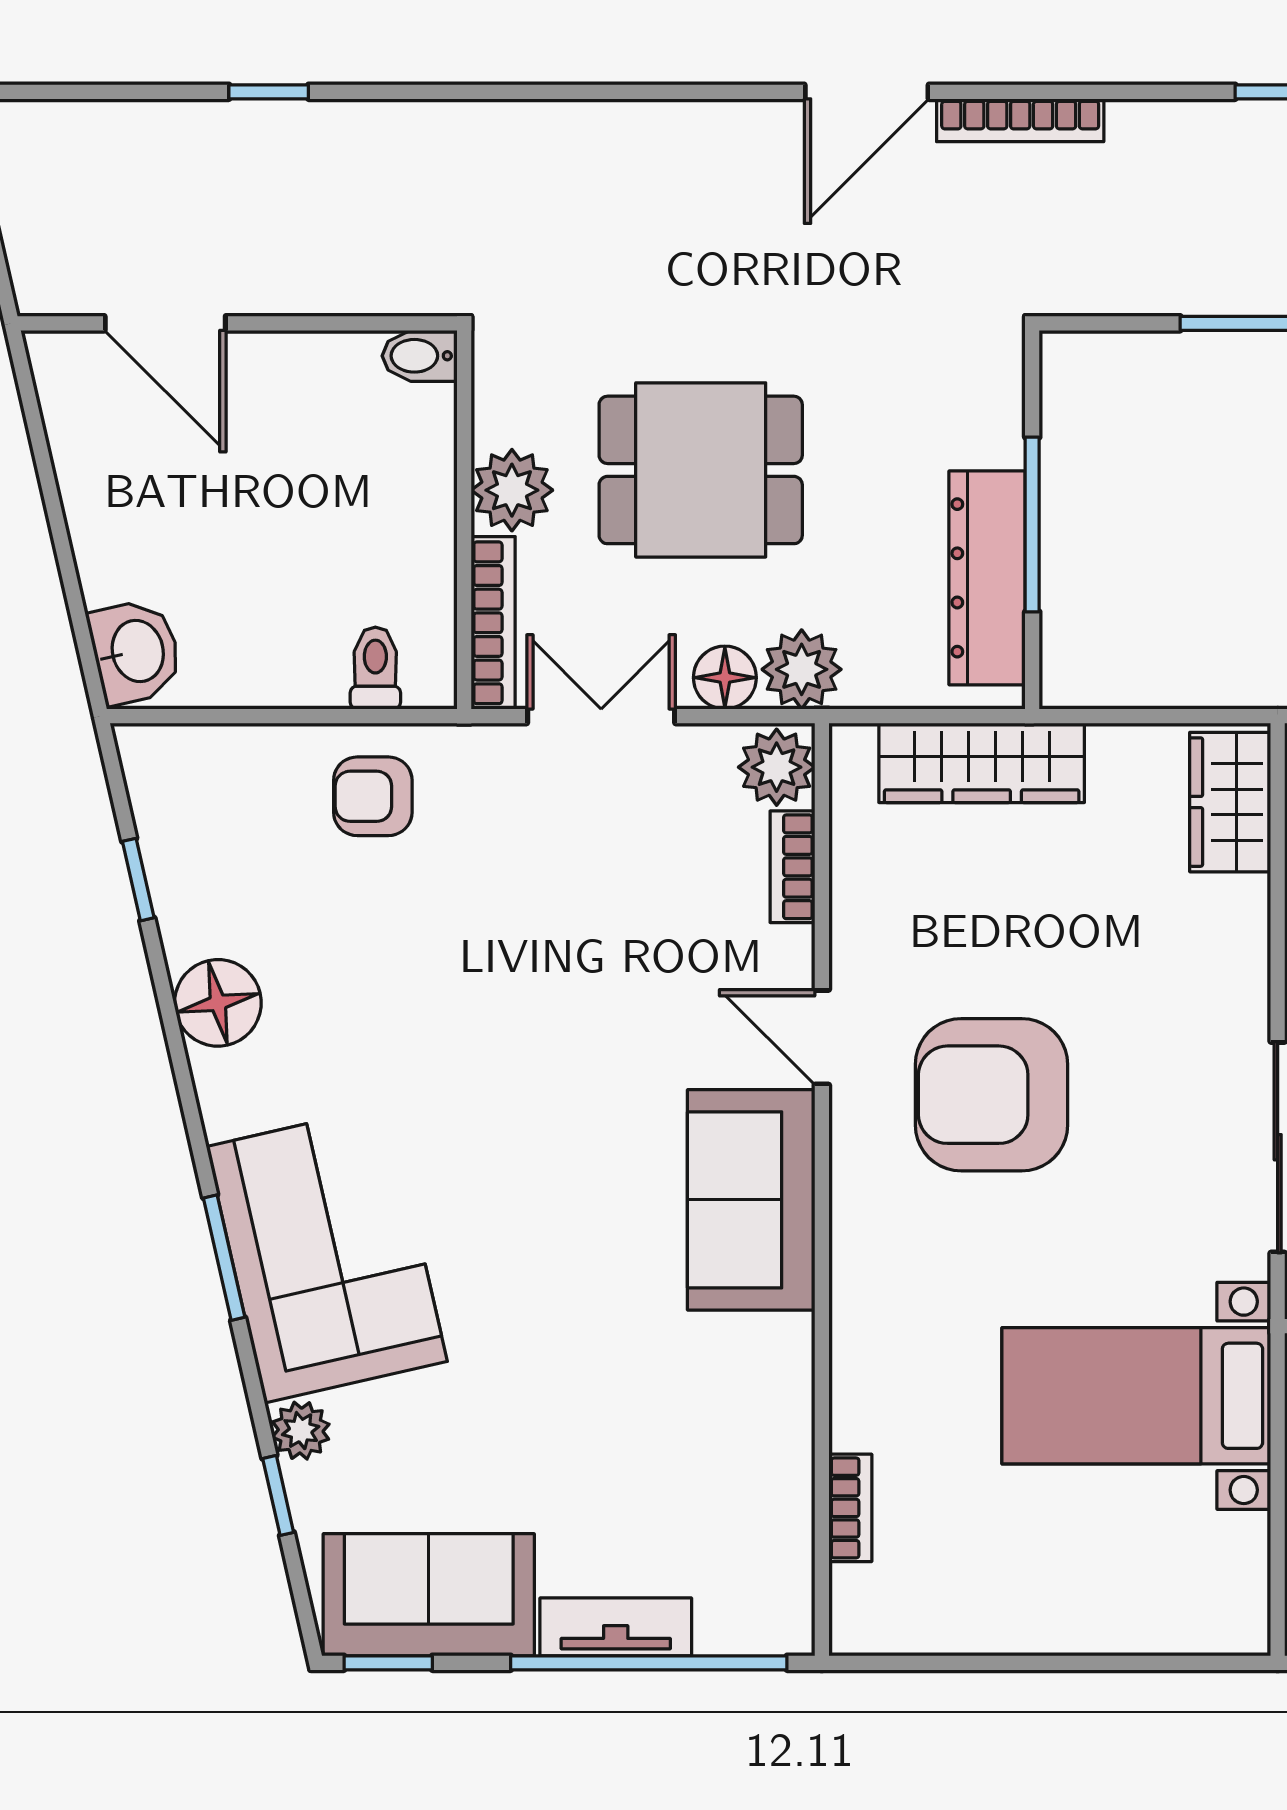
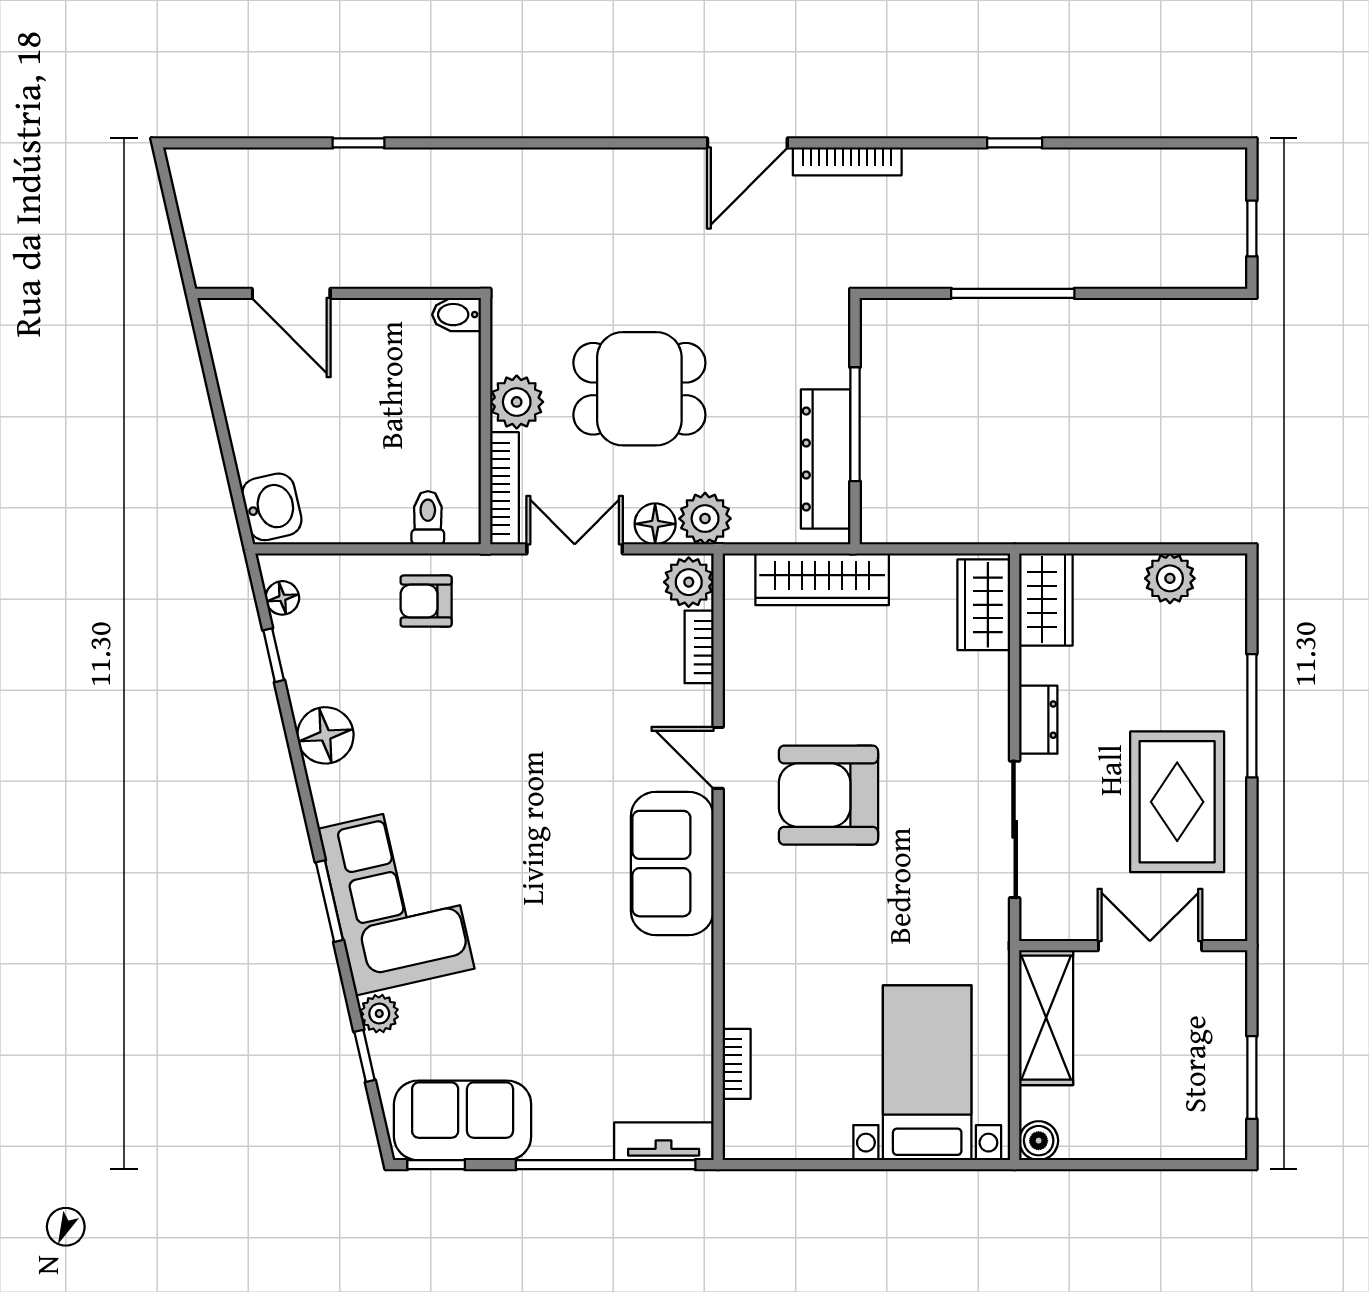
floor lamp: (152, 791) -> (282, 598), added
bed with nightstands: (1136, 1396) -> (927, 1073), moved, turned 90
tv unit: (616, 1627) -> (664, 1141), moved

